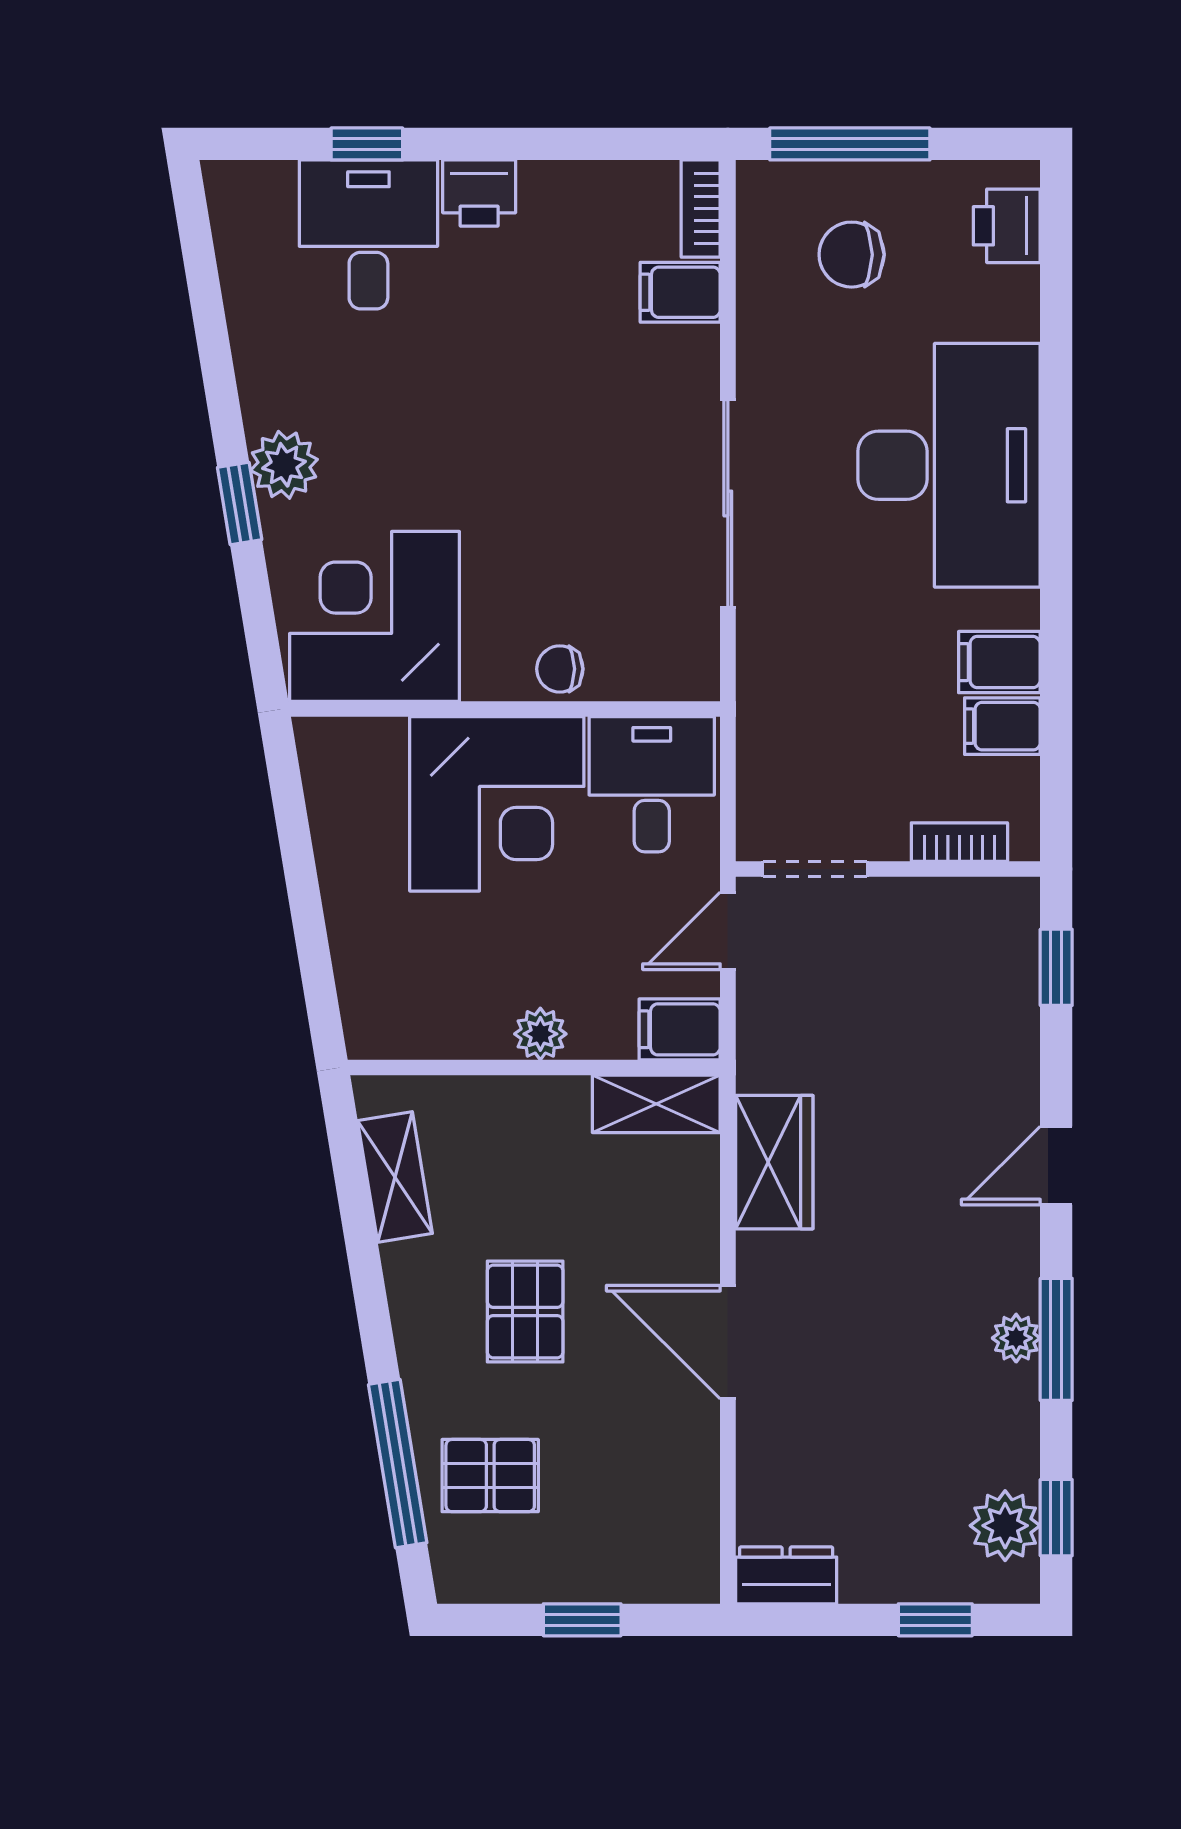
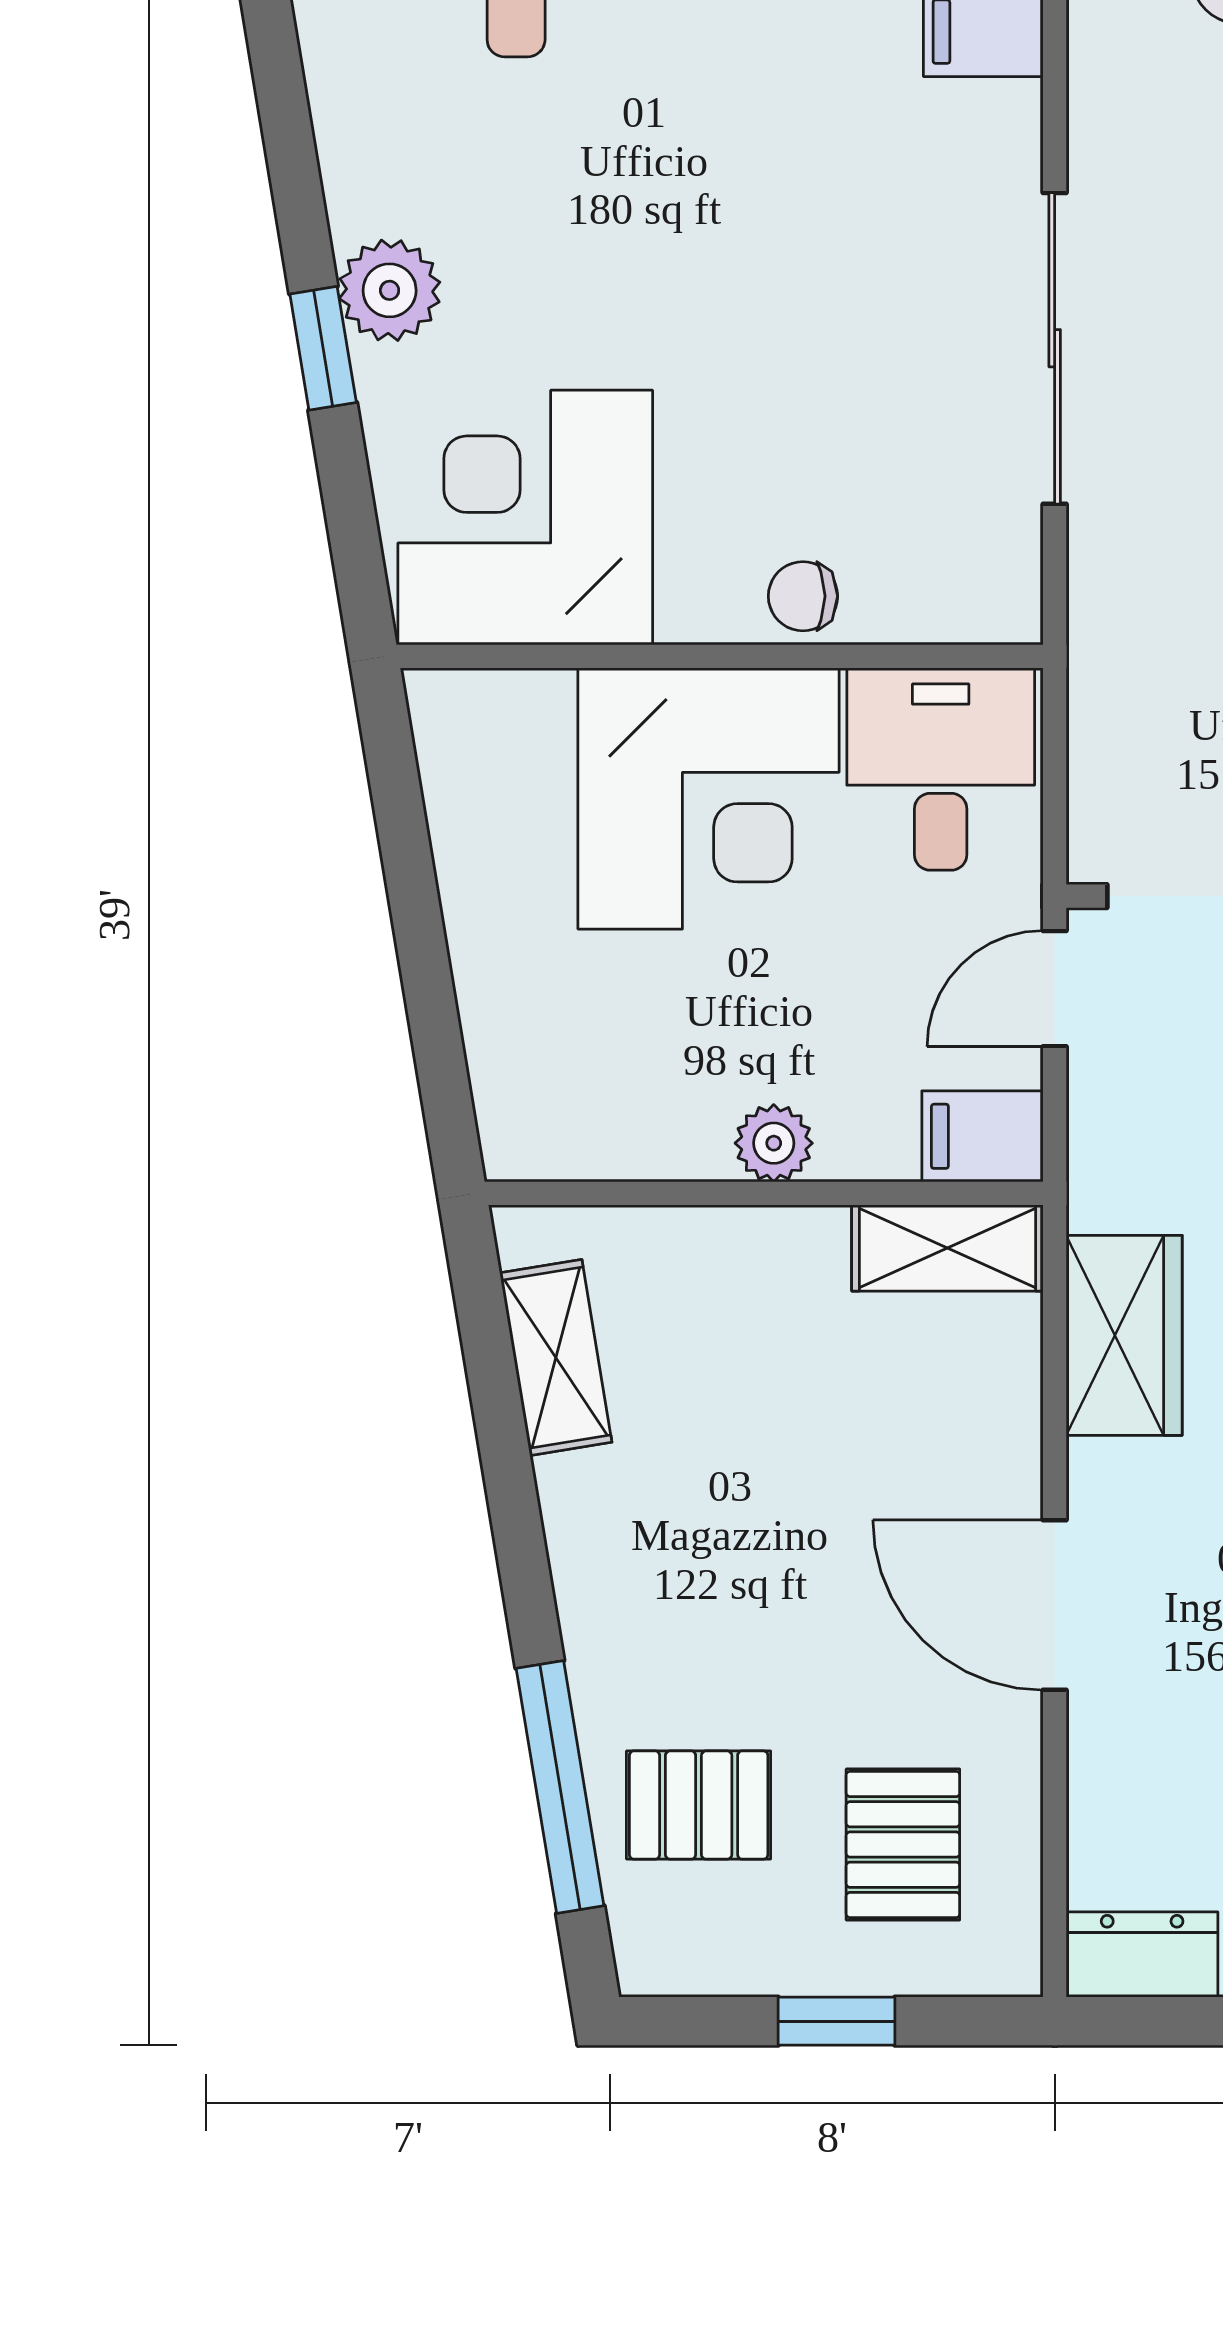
pallet: (525, 1311) -> (903, 1845), moved

